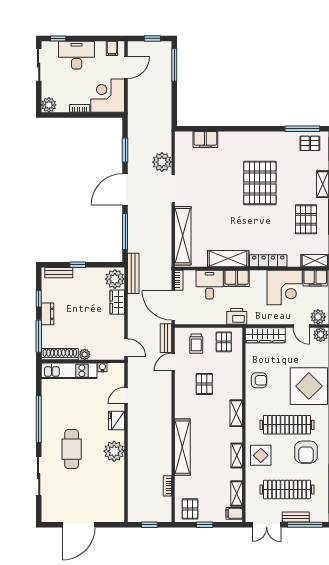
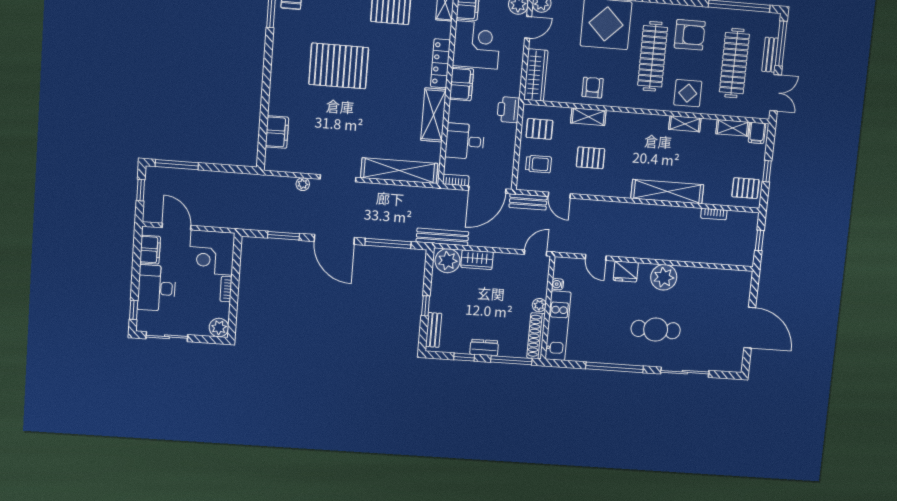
filing cabinet: (112, 48) -> (150, 250), width x2.00
plant: (162, 162) -> (303, 184), width x0.53, depth x0.53
filing cabinet: (237, 278) -> (462, 84), moved
shelving: (236, 413) -> (588, 117), moved

